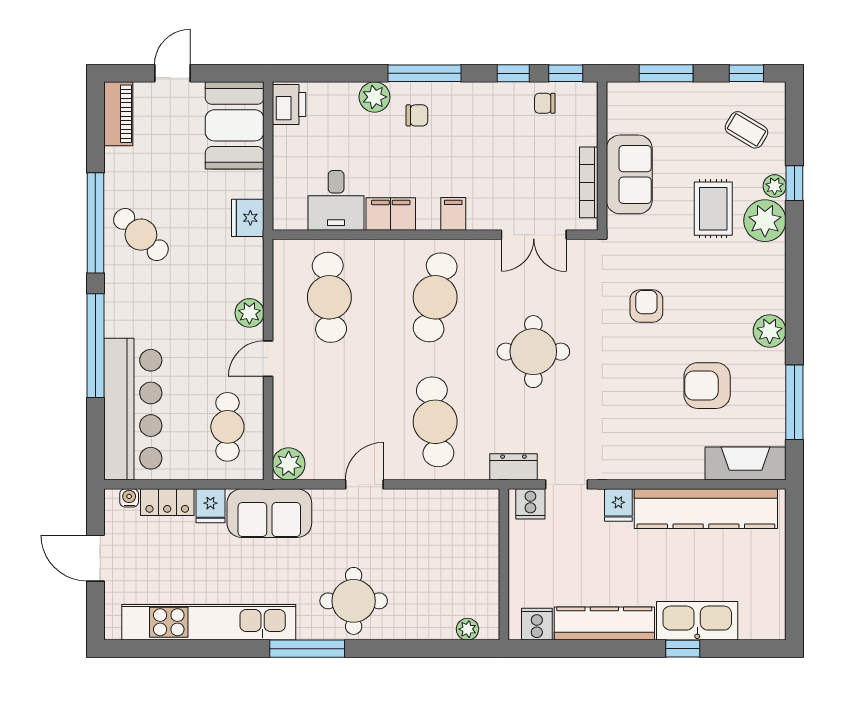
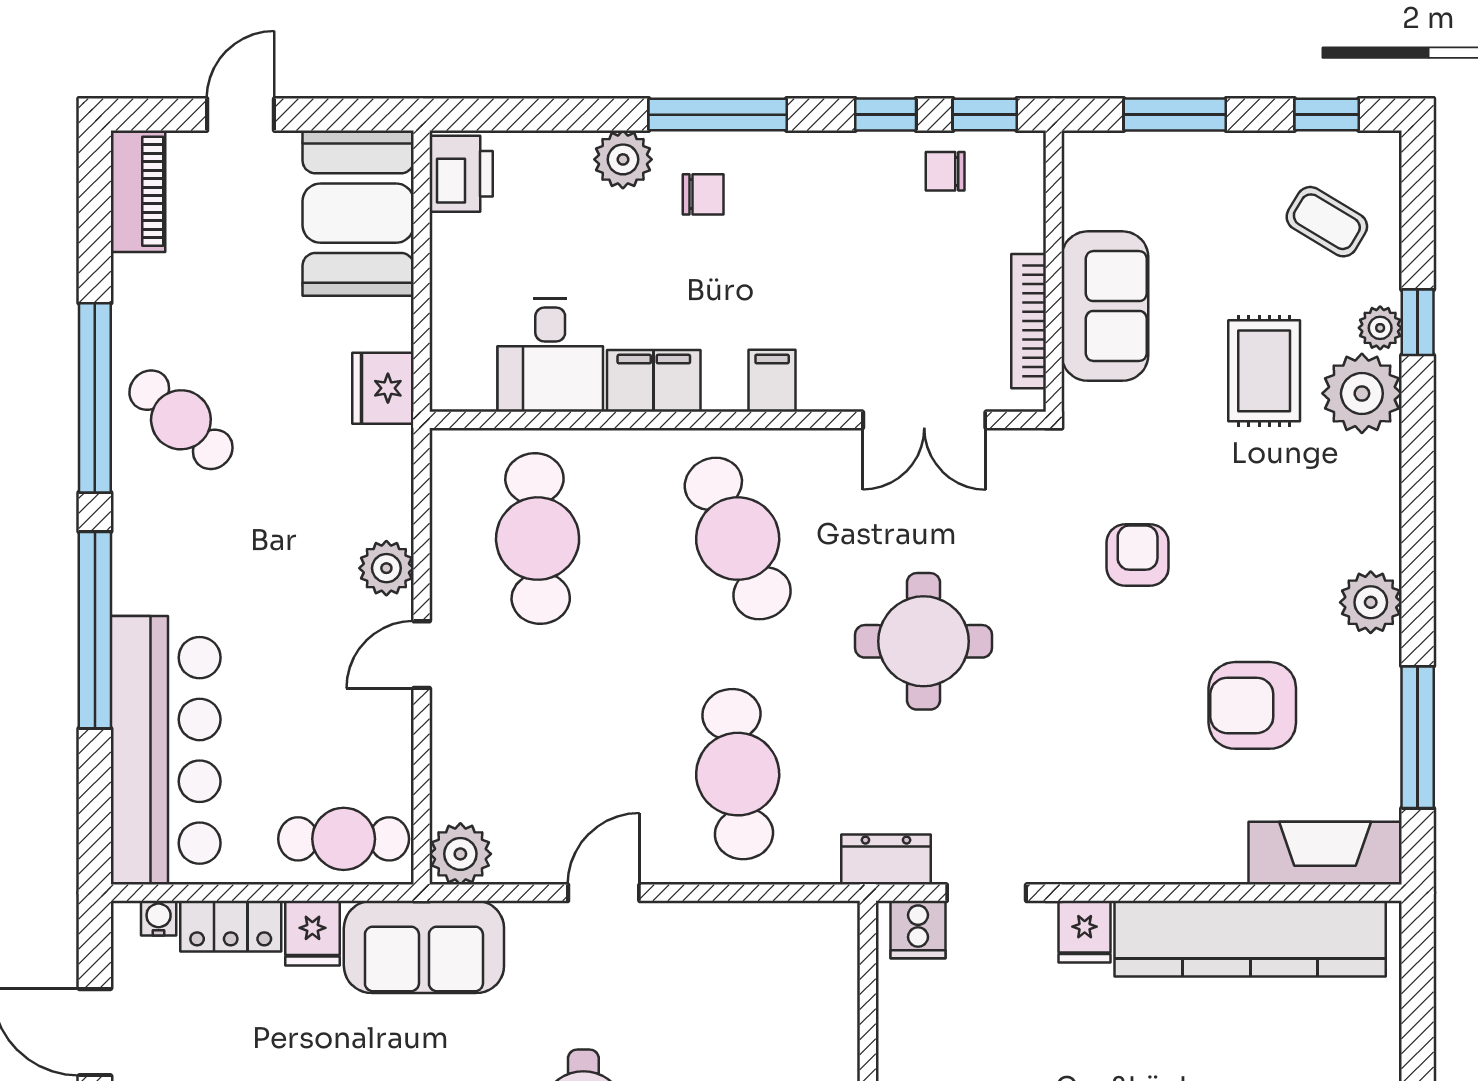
cafe table: (435, 297) -> (738, 539), turned -36
cafe table: (227, 427) -> (344, 839), moved, turned 90

